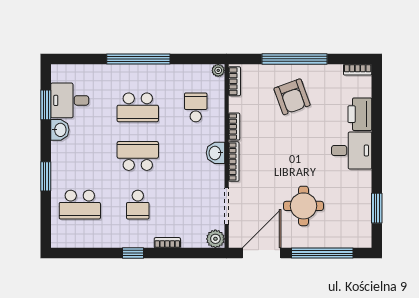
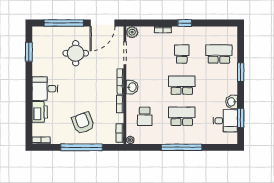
school desk: (138, 156) -> (182, 85), turned 180

